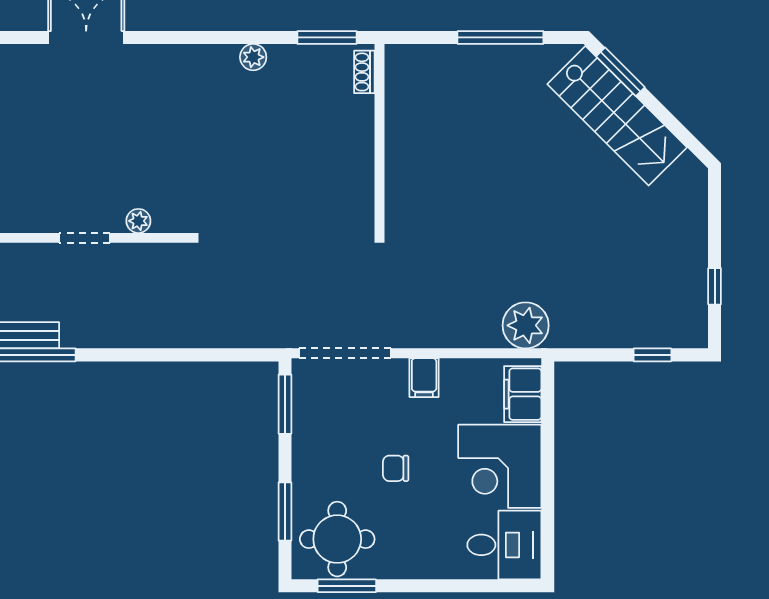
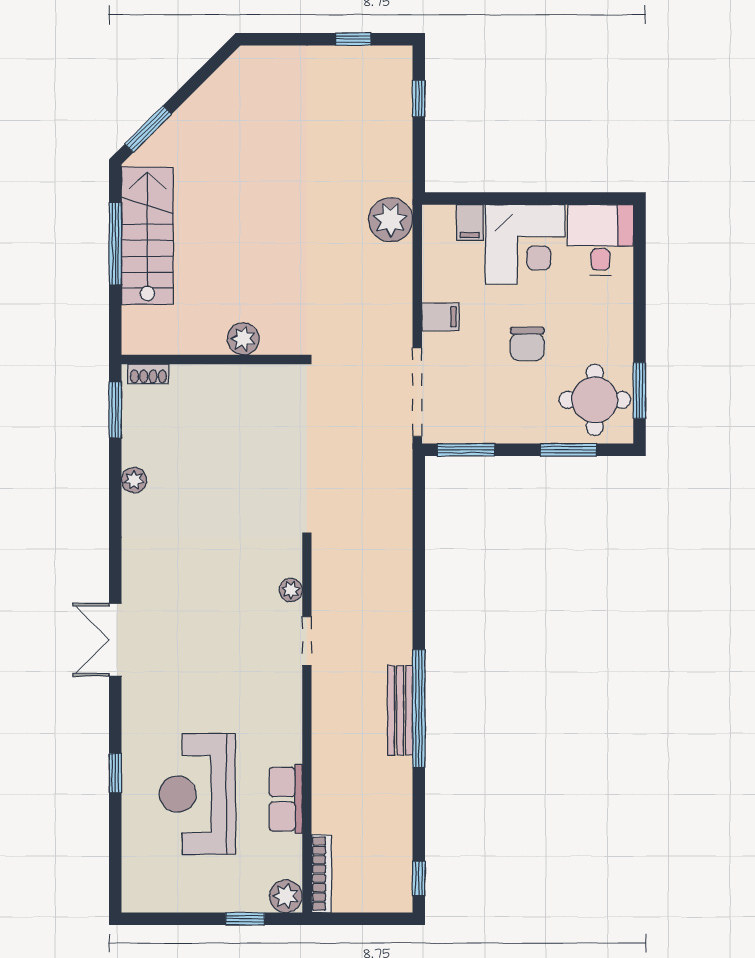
stairs: (617, 116) -> (147, 236), moved, turned -45
plant: (401, 171) -> (243, 339), added
filing cabinet: (523, 394) -> (470, 222), width x0.50
chair: (396, 468) -> (527, 344), width x1.37, depth x1.37

